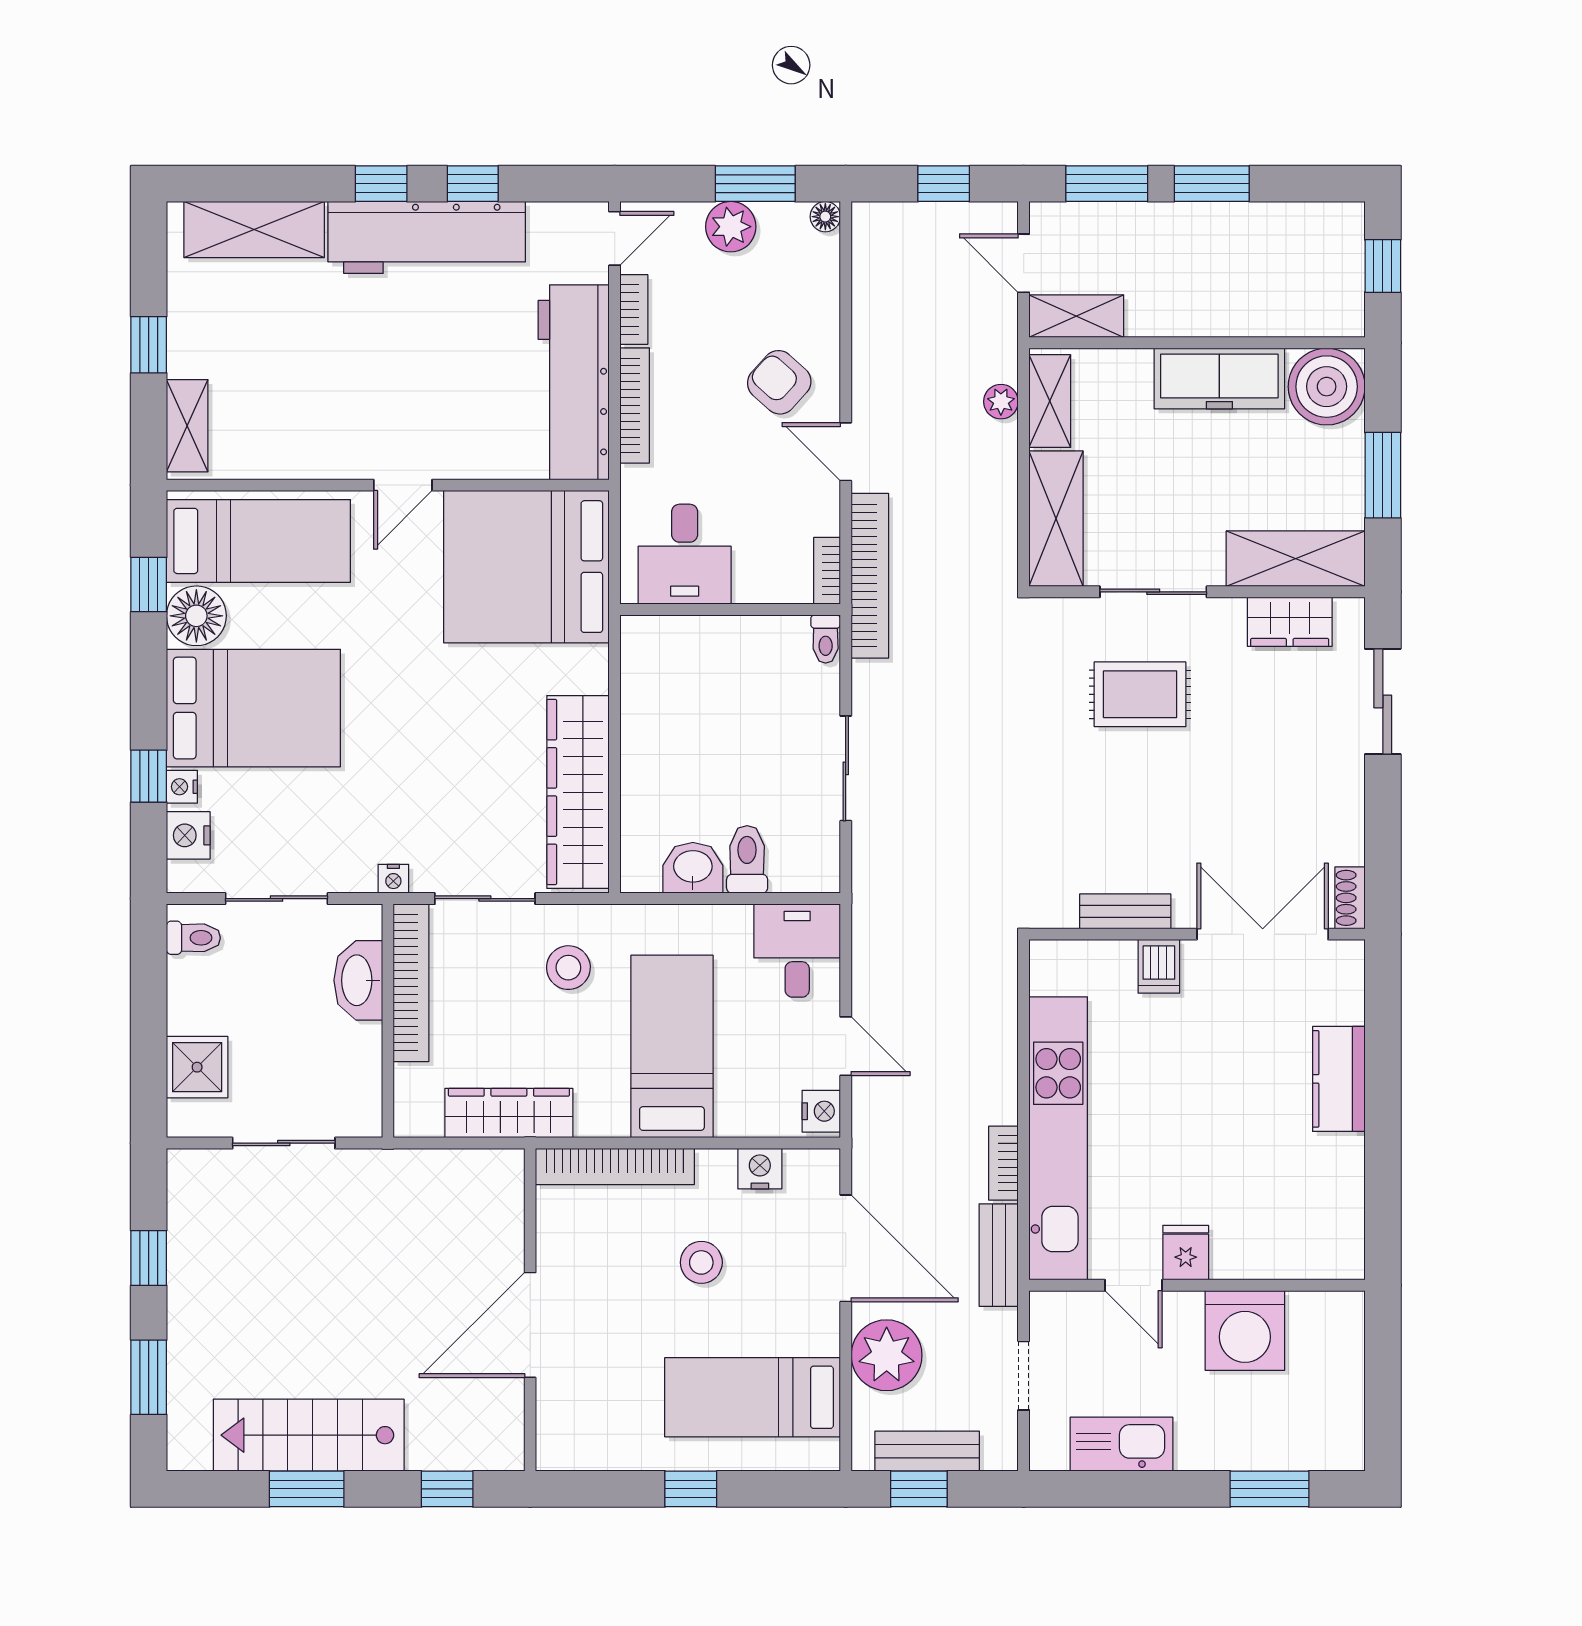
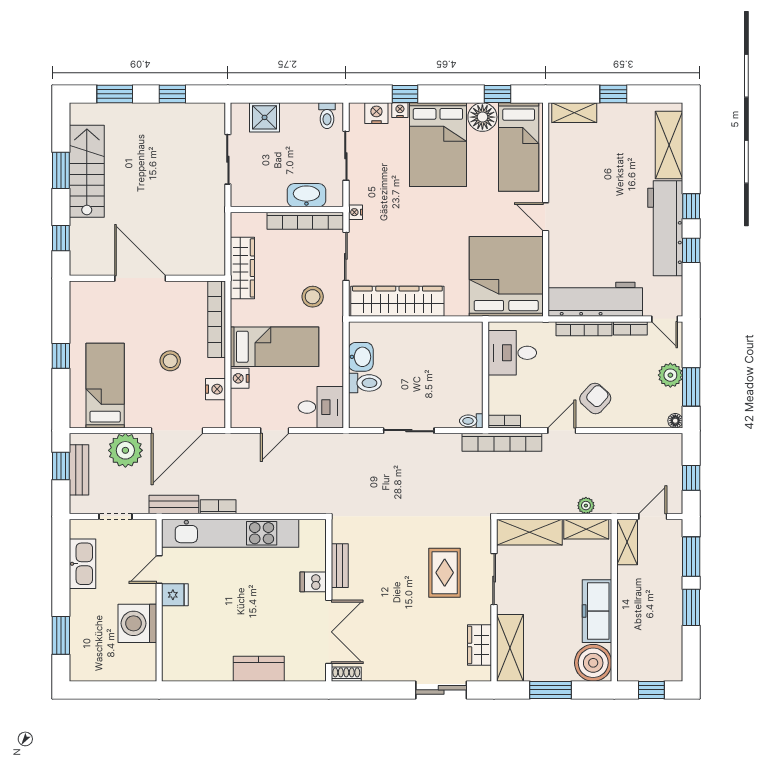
nightstand: (821, 1111) -> (240, 378), moved, turned 90

